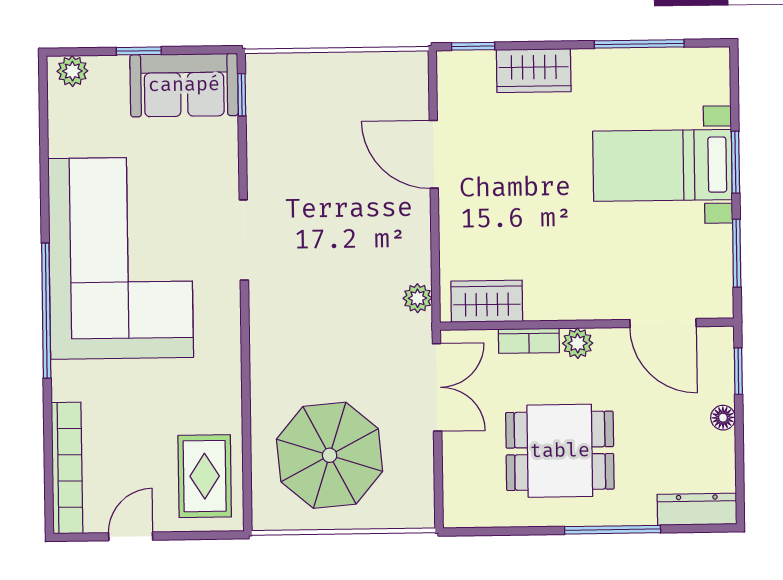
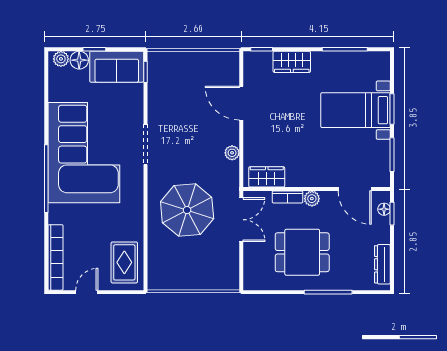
floor lamp: (109, 73) -> (79, 60), added
plant: (418, 298) -> (232, 153), moved
floor lamp: (723, 418) -> (384, 209), moved
parasol: (330, 455) -> (187, 210), moved
dresser: (697, 509) -> (382, 264), moved, turned -90

